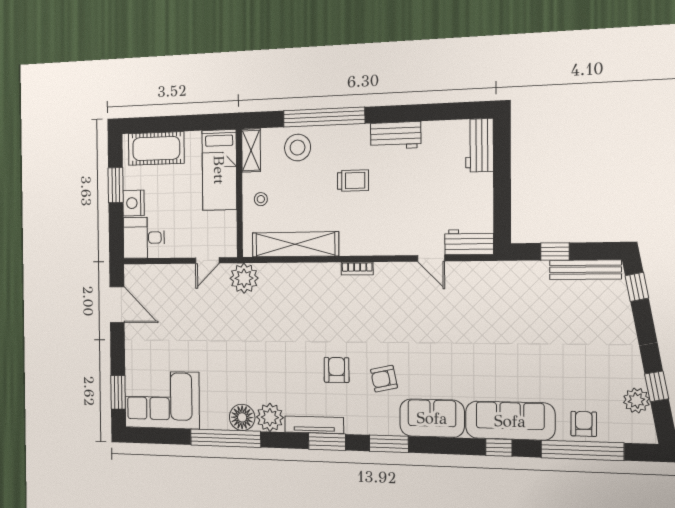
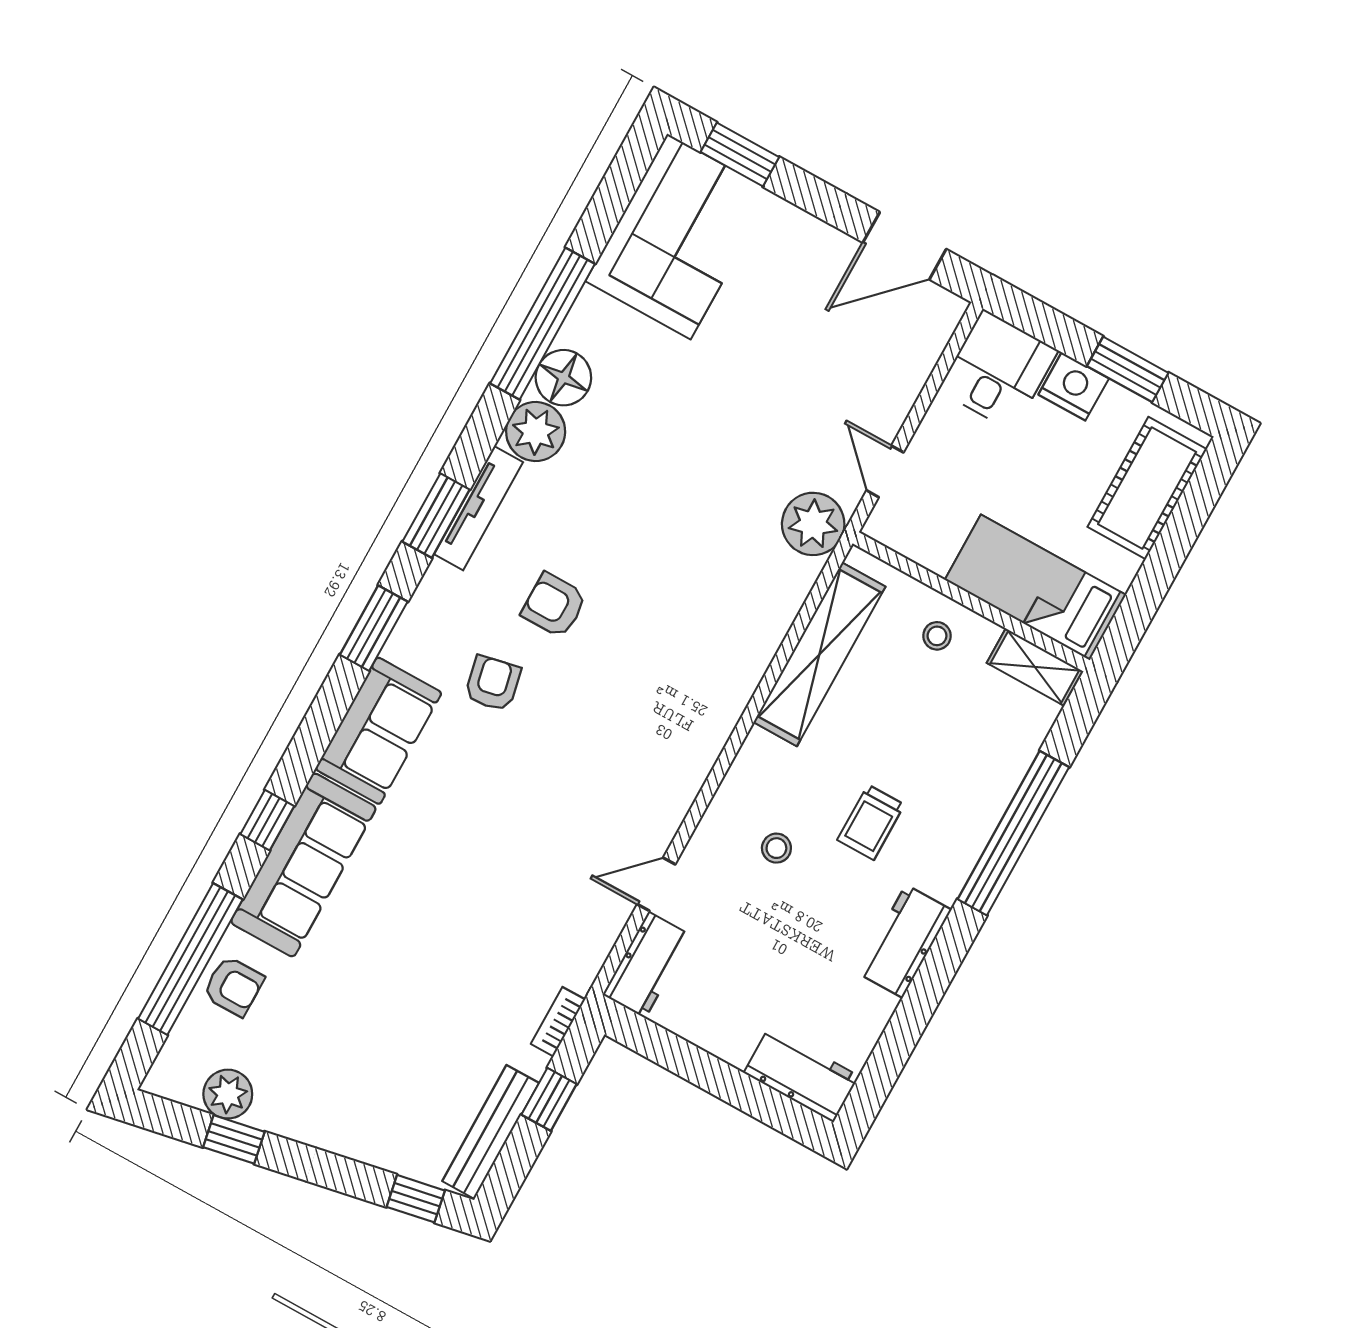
stool: (298, 148) -> (776, 848), moved, width x0.53, depth x0.53
bookcase: (357, 269) -> (558, 1022), moved
armchair: (337, 370) -> (554, 605), turned 180

